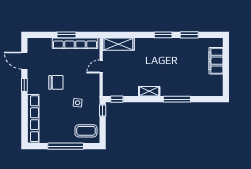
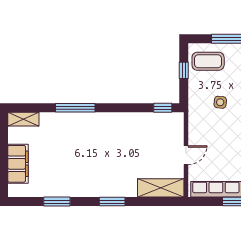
window: (163, 35) -> (112, 202), moved
shelving: (149, 91) -> (23, 119), moved
window: (103, 111) -> (184, 70), moved

